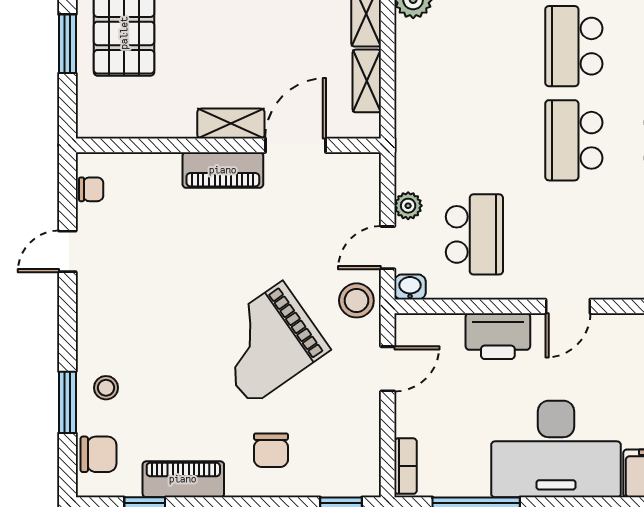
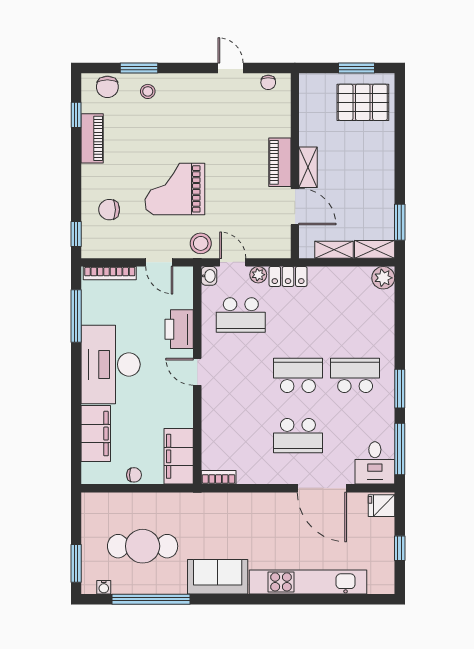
locker: (411, 157) -> (288, 276), added
grand piano: (267, 343) -> (175, 189), turned -55
chair: (271, 450) -> (109, 210), moved
bookcase: (406, 466) -> (110, 273), width x1.56

